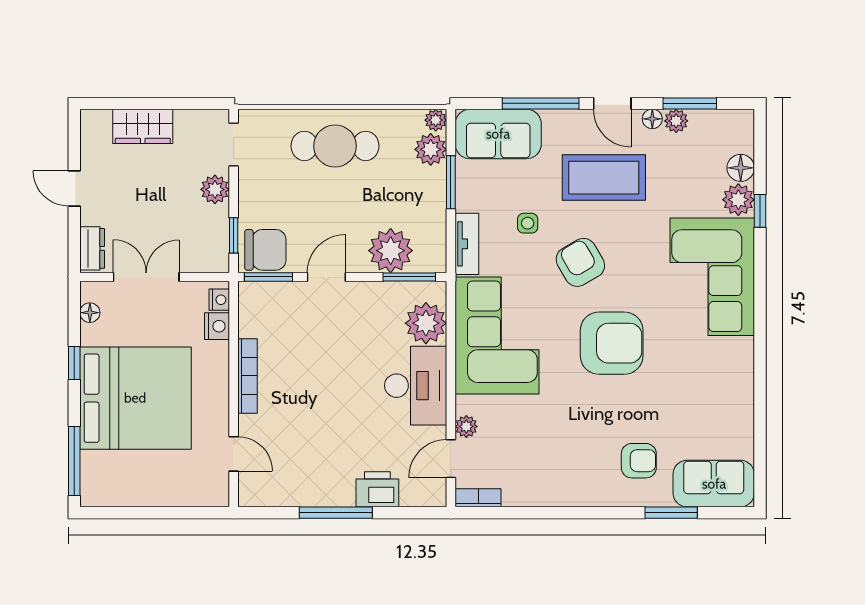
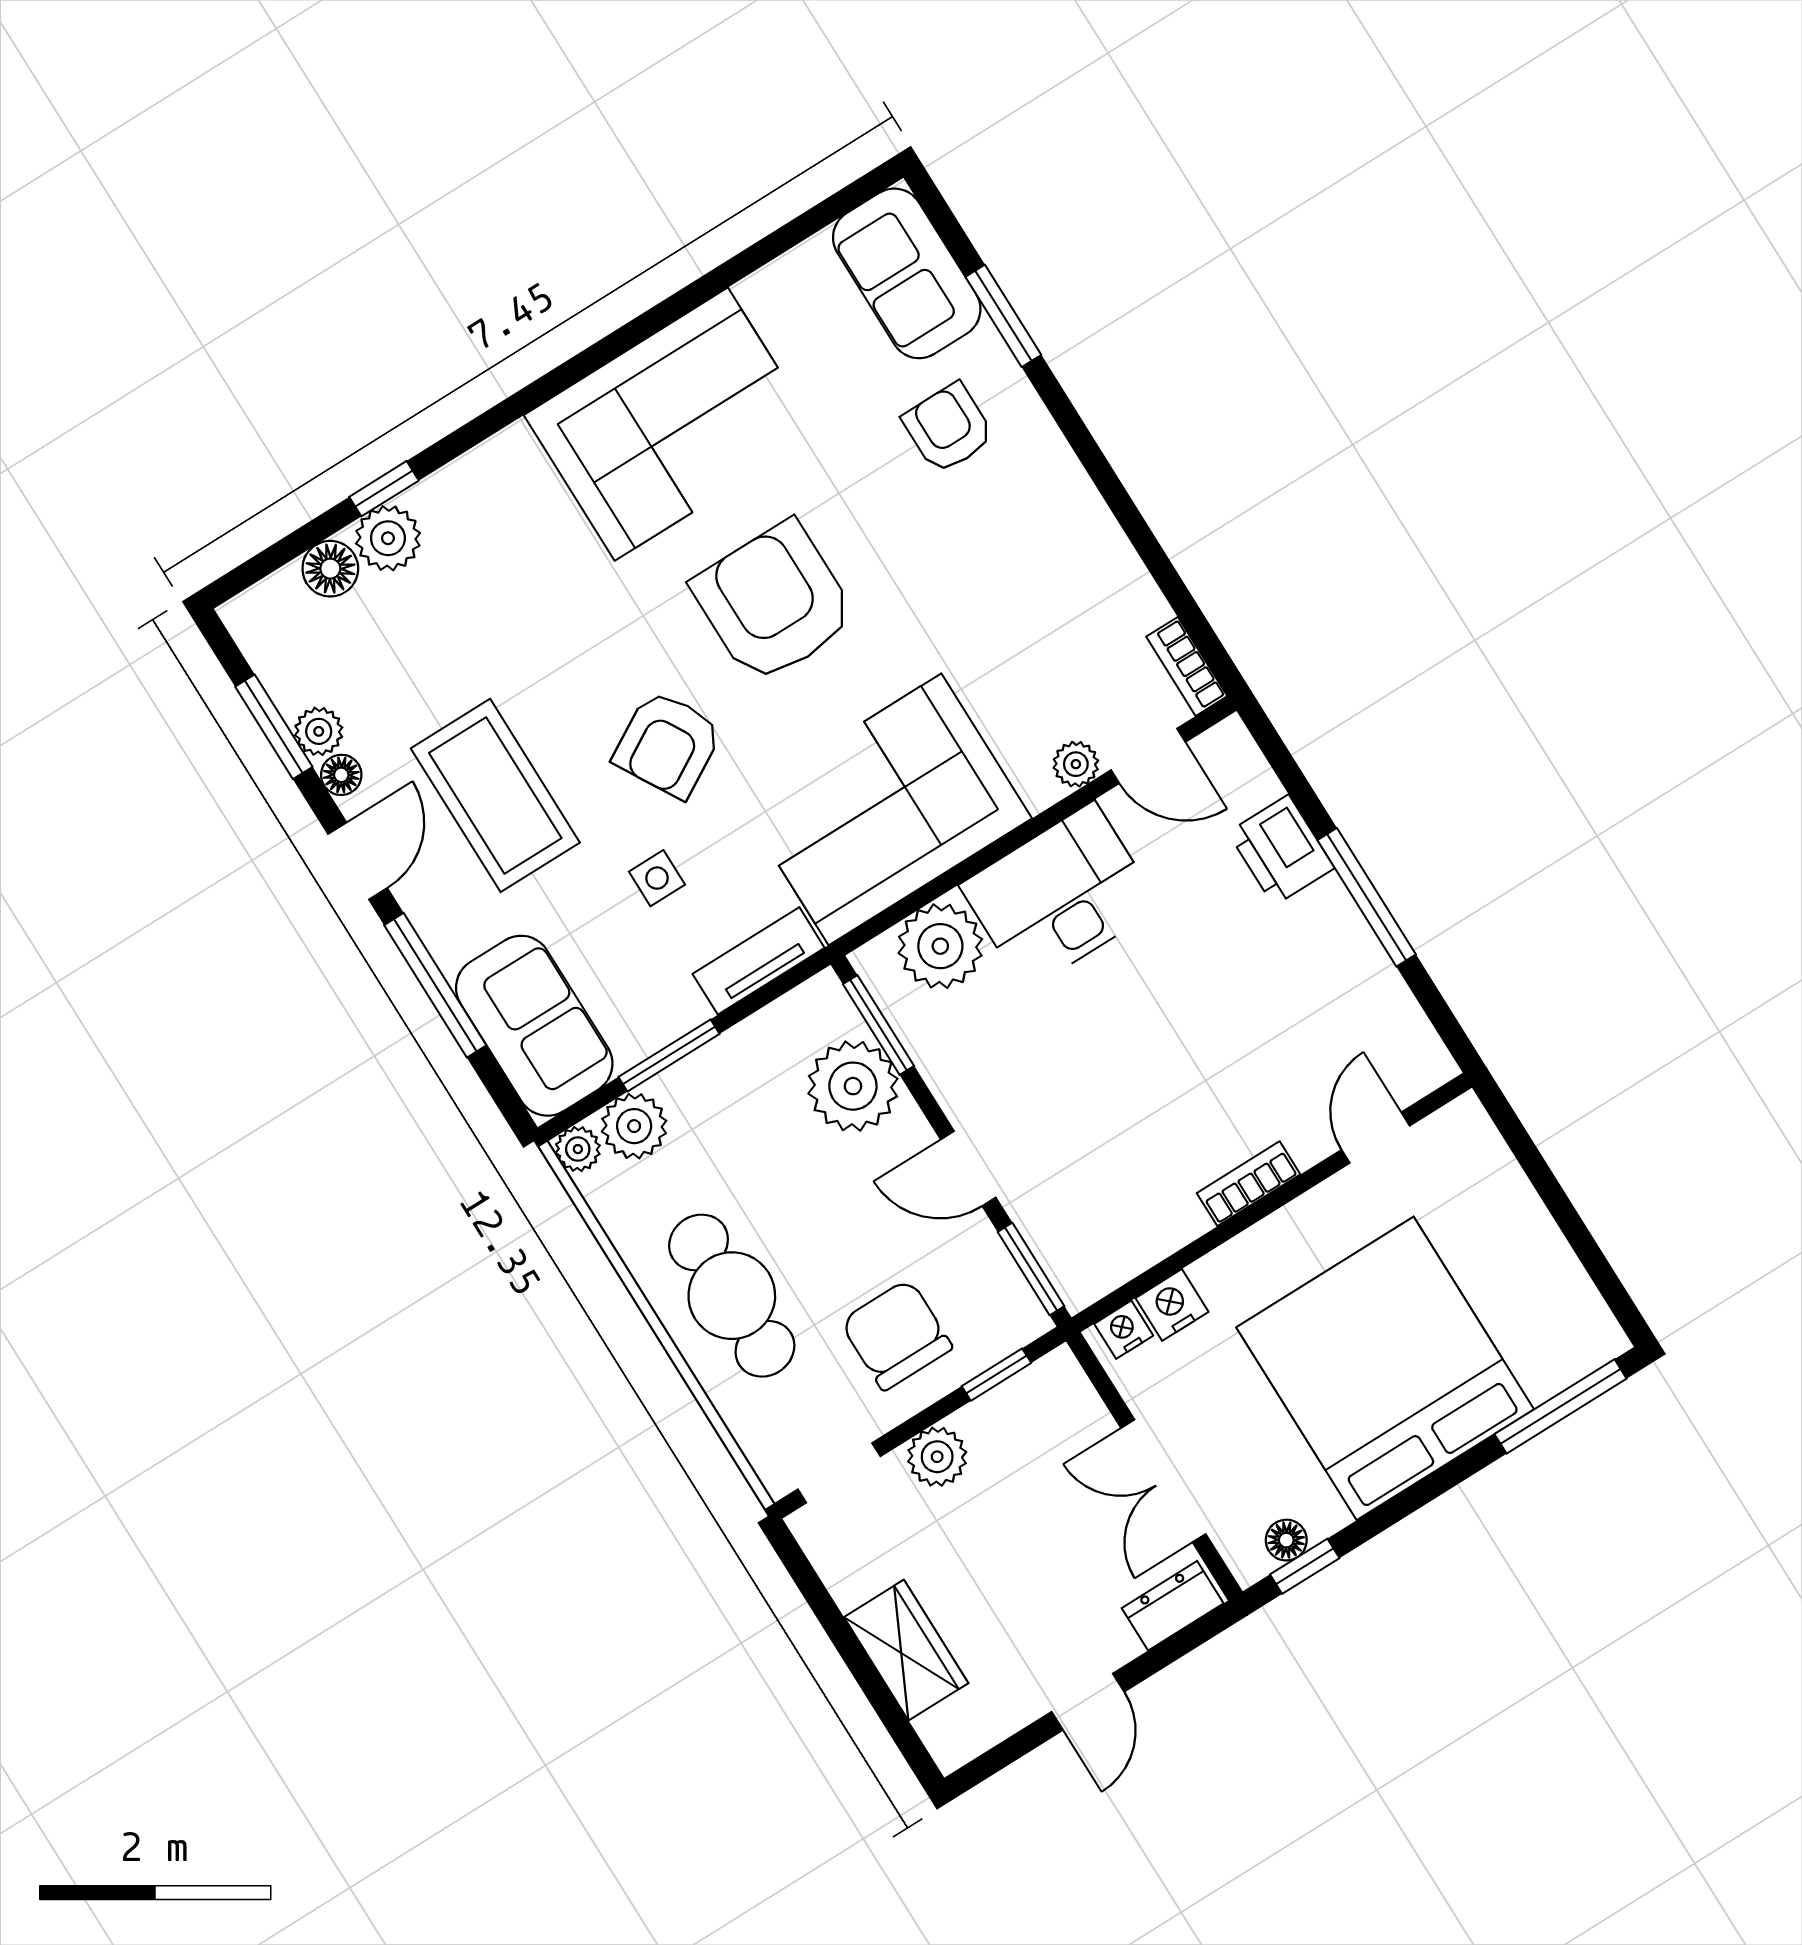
chair: (265, 250) -> (896, 1335), moved
corner sofa: (712, 277) -> (671, 424), moved
window: (74, 363) -> (1305, 1566), moved
bookcase: (247, 376) -> (1249, 1184), width x0.64

